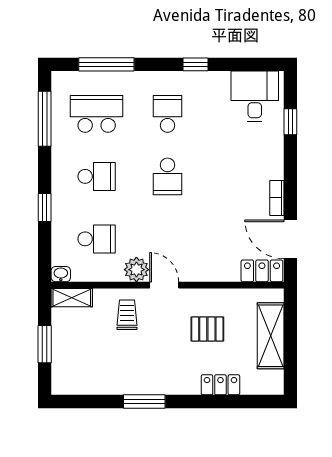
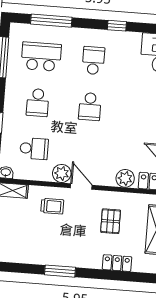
school desk: (97, 176) -> (38, 103), turned 90
plant: (223, 270) -> (125, 178), added
trolley: (127, 315) -> (52, 206), turned 90
pallet: (207, 329) -> (111, 221), turned 90

